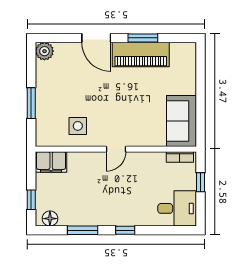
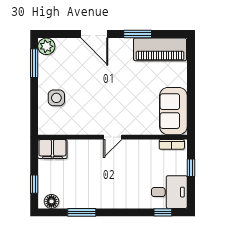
piano: (141, 54) -> (160, 49), moved
window: (31, 103) -> (34, 63), moved
side table: (78, 126) -> (56, 98), moved
window: (125, 230) -> (163, 212), moved

